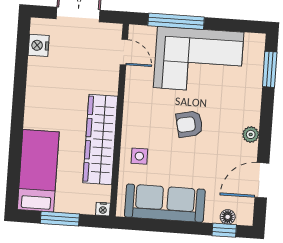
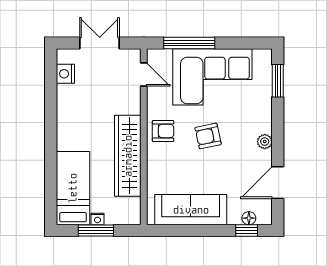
armchair: (141, 115) -> (163, 131), added
side table: (139, 156) -> (164, 168), removed
nightstand: (103, 209) -> (97, 219), moved

